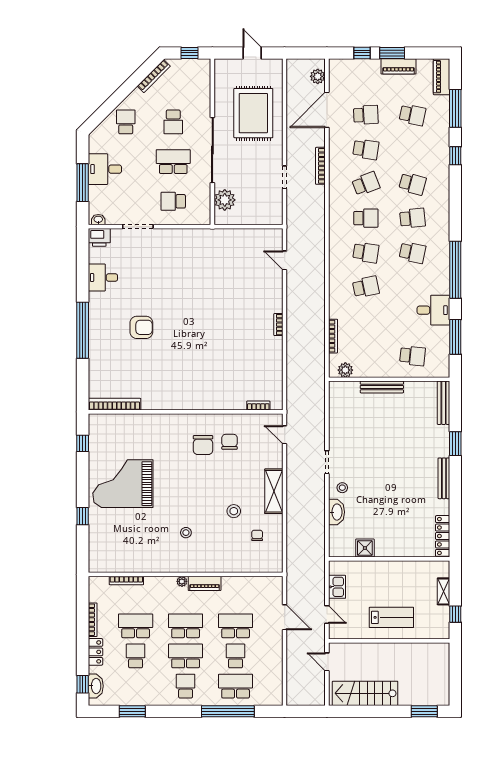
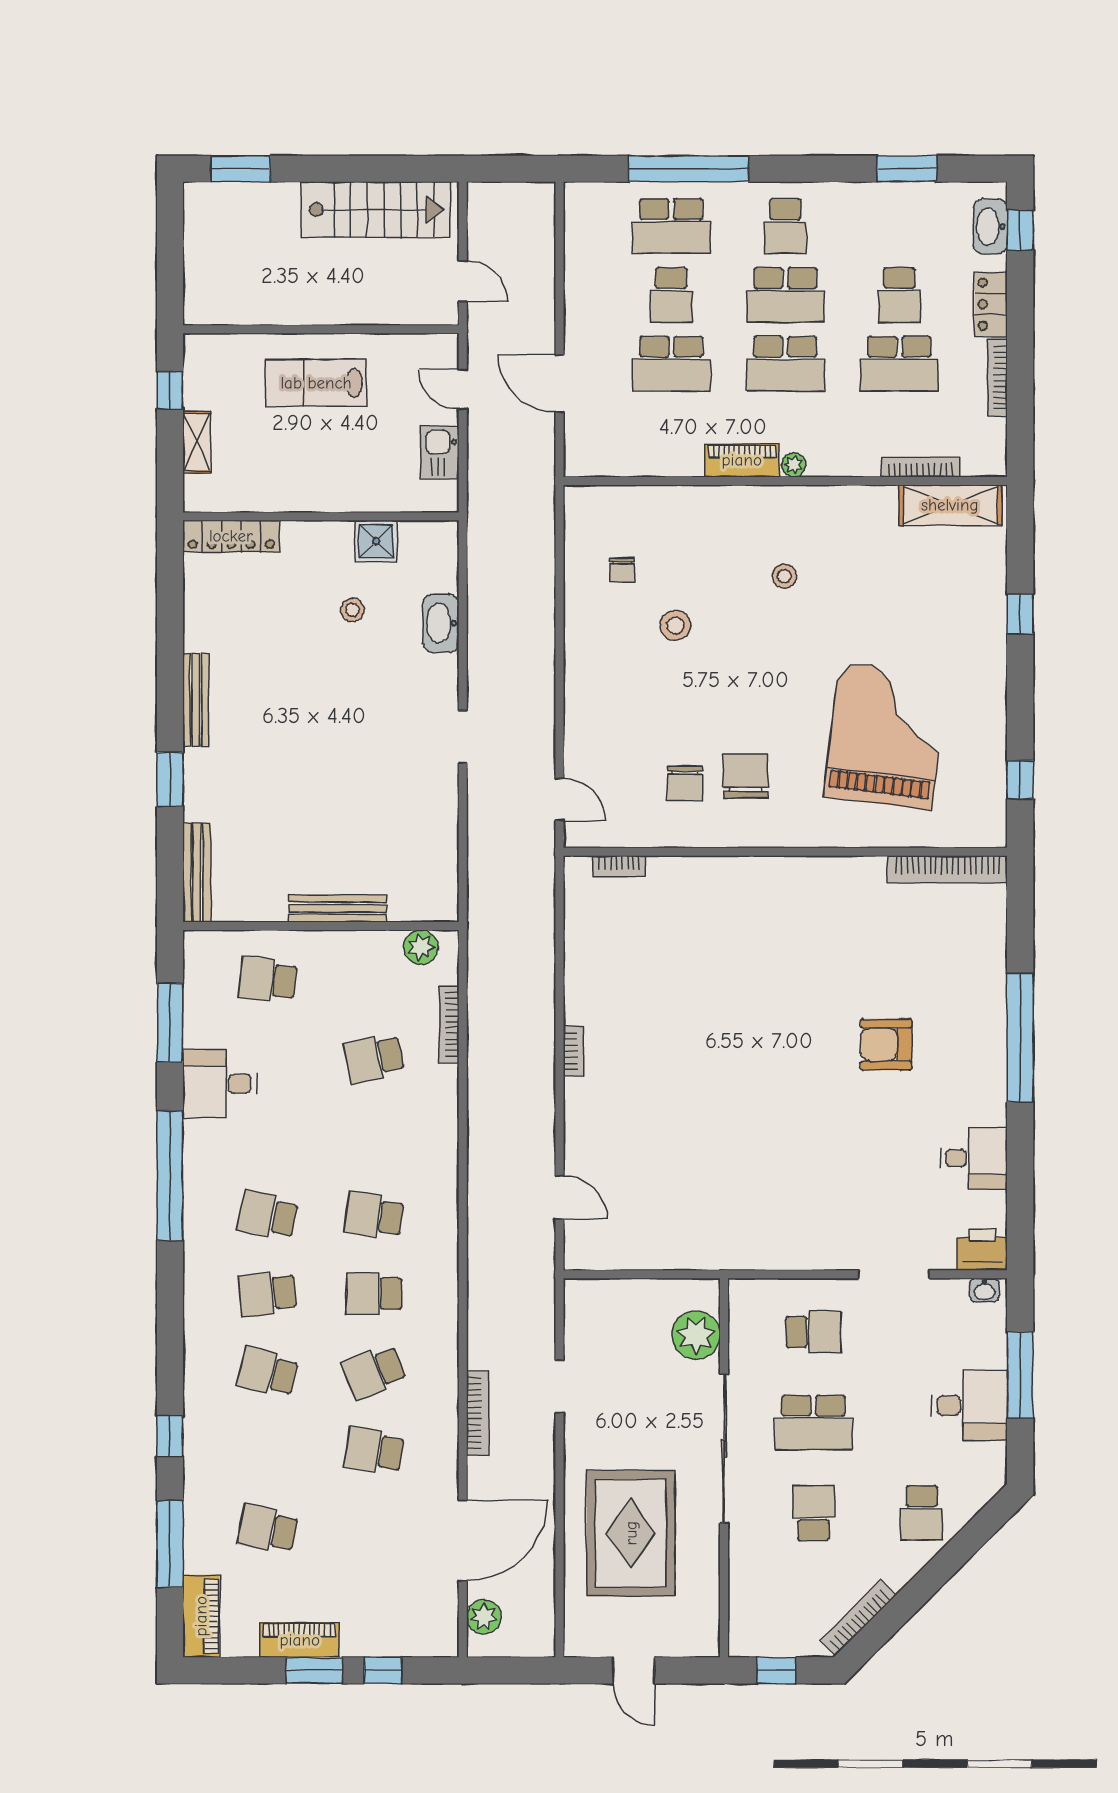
school desk: (366, 115) -> (374, 1529), removed
school desk: (366, 287) -> (374, 1058), moved
grand piano: (123, 484) -> (885, 736), moved, turned -83
stool: (342, 488) -> (352, 610), moved
shelving: (274, 491) -> (950, 505), moved, turned 90
locker: (443, 536) -> (231, 536), moved, turned 90

